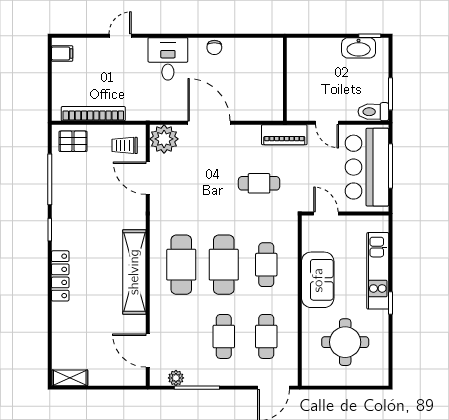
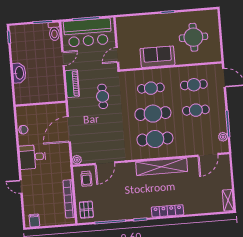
washbasin: (359, 48) -> (19, 73), moved
wall: (285, 79) -> (40, 104), moved
plant: (164, 139) -> (77, 160), width x0.53, depth x0.53
kitchen unit: (378, 271) -> (149, 21), removed

